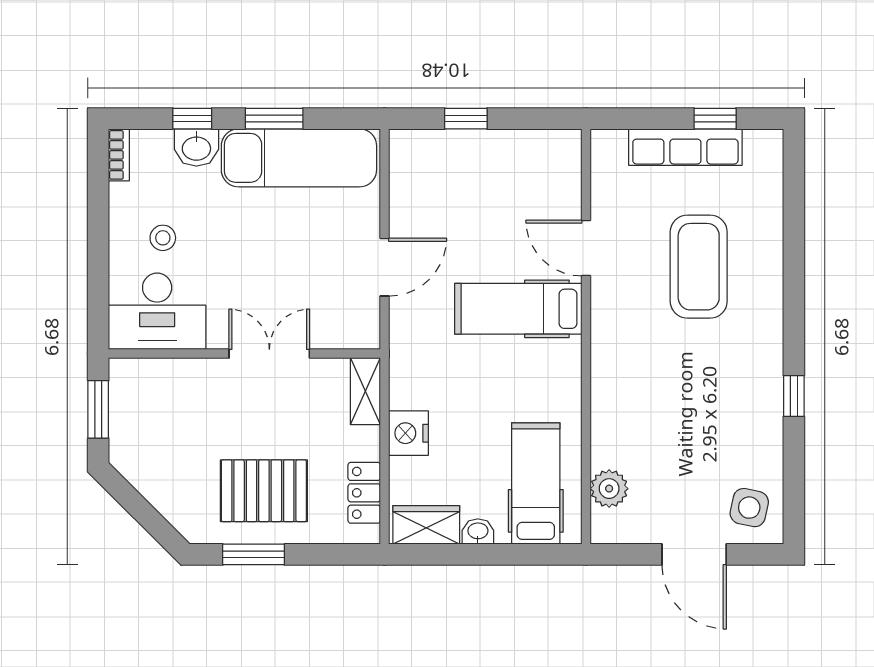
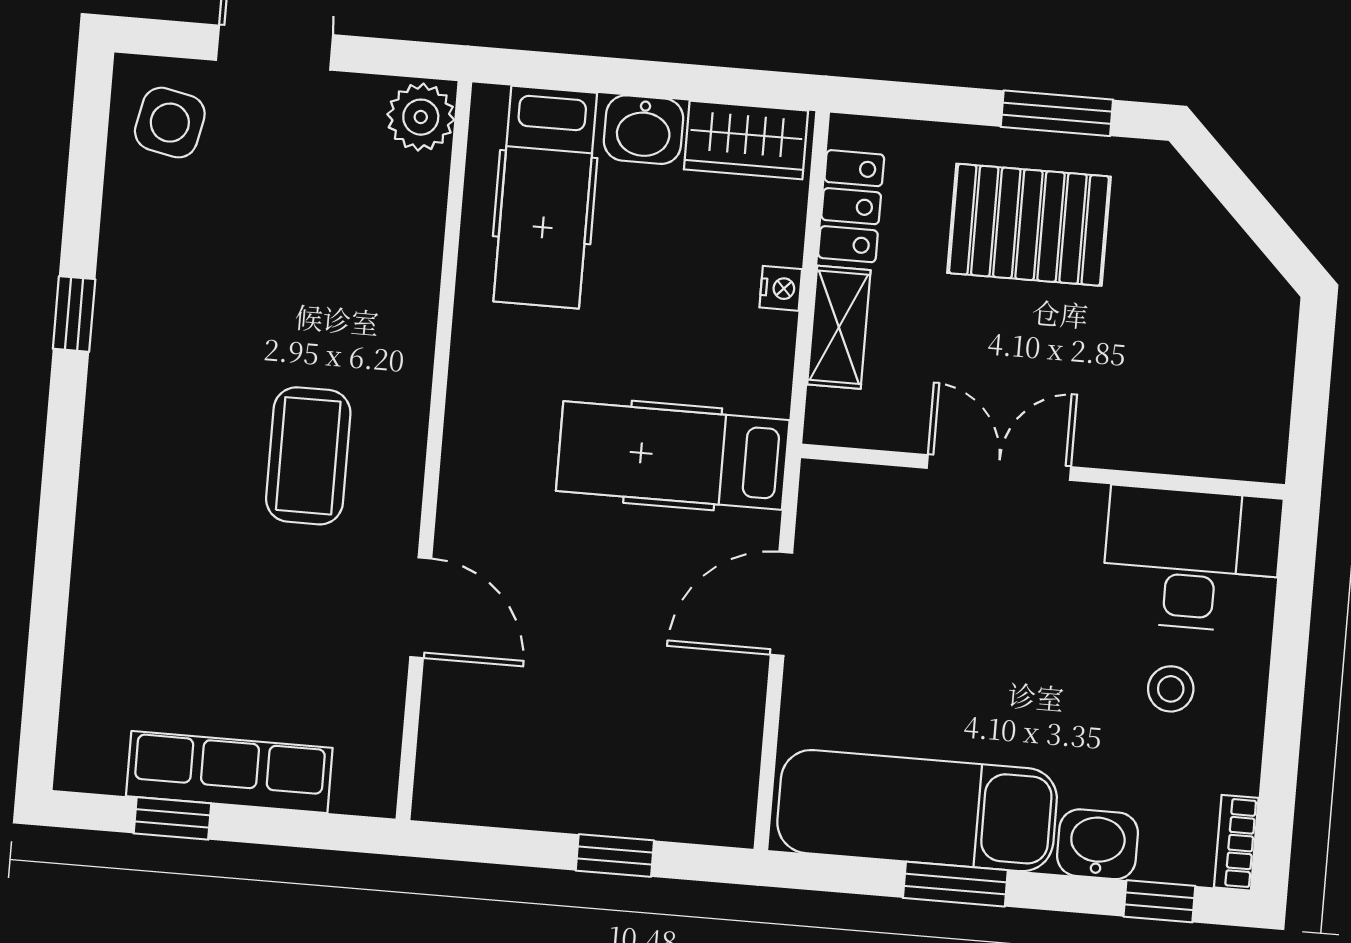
window: (192, 119) -> (1159, 901), moved
coffee table: (699, 267) -> (308, 456), moved, width x0.73, depth x0.76
hospital bed: (518, 309) -> (673, 456), moved, turned 180
double door: (269, 354) -> (999, 468), swing flipped
shelving: (365, 391) -> (839, 327), moved
window: (98, 409) -> (1311, 394), removed
nightstand: (409, 433) -> (781, 288), width x0.53, depth x0.56
plant: (609, 489) -> (421, 117), moved
washbasin: (478, 532) -> (644, 130), width x1.38, depth x1.45

